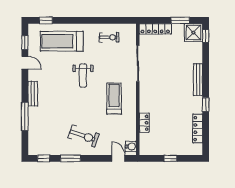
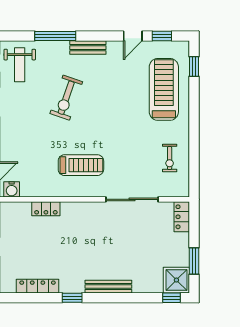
locker: (155, 29) -> (182, 217), width x0.66
weight bench: (83, 75) -> (20, 65), moved, turned -90
exercise bike: (84, 136) -> (66, 98), moved

